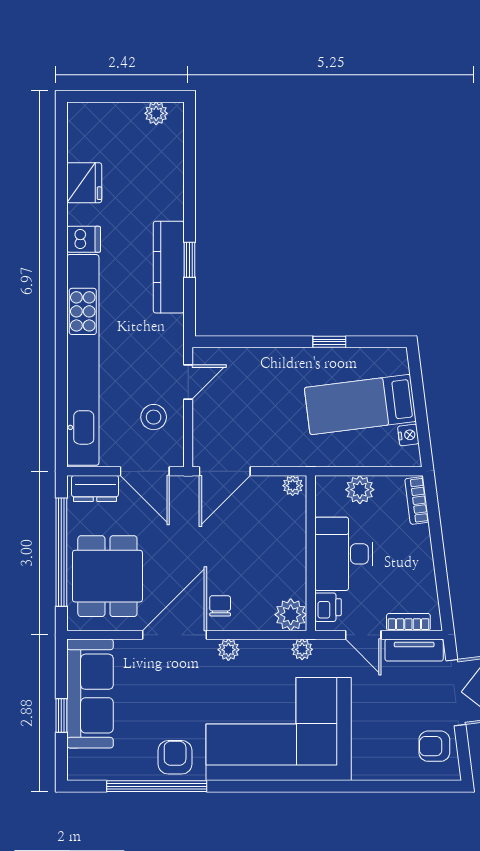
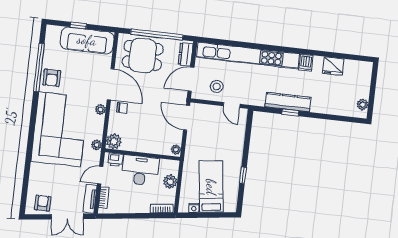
armchair: (175, 757) -> (52, 78), turned 90

